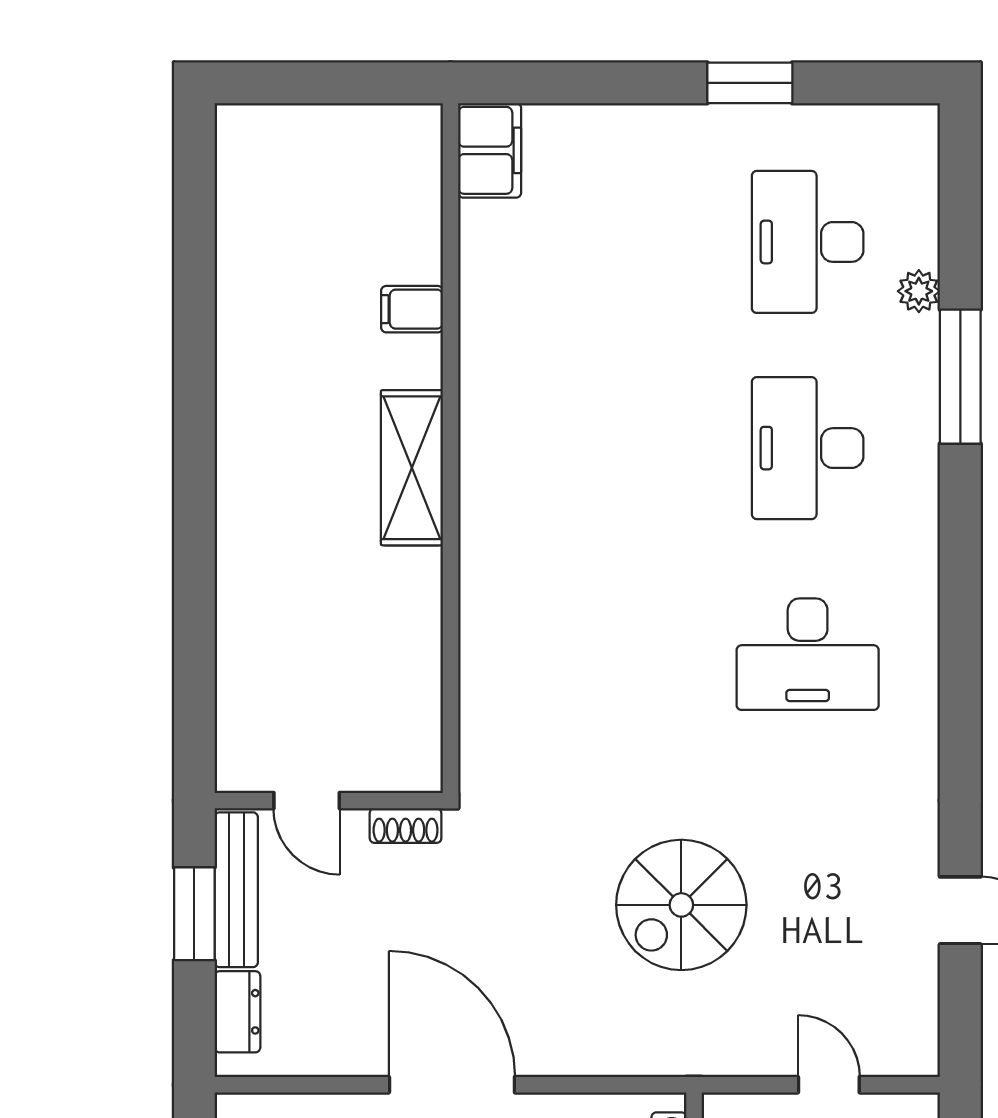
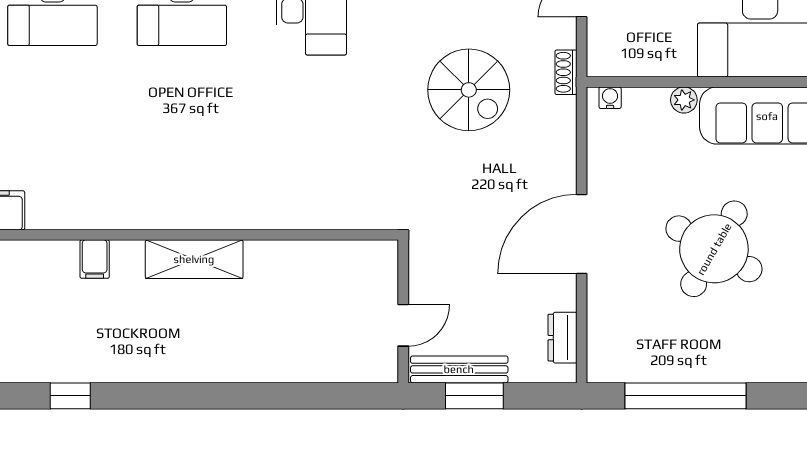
window: (194, 270) -> (70, 396), added
shoe rack: (406, 826) -> (566, 72), moved, turned 180
dresser: (237, 1012) -> (563, 338), moved, turned -90

